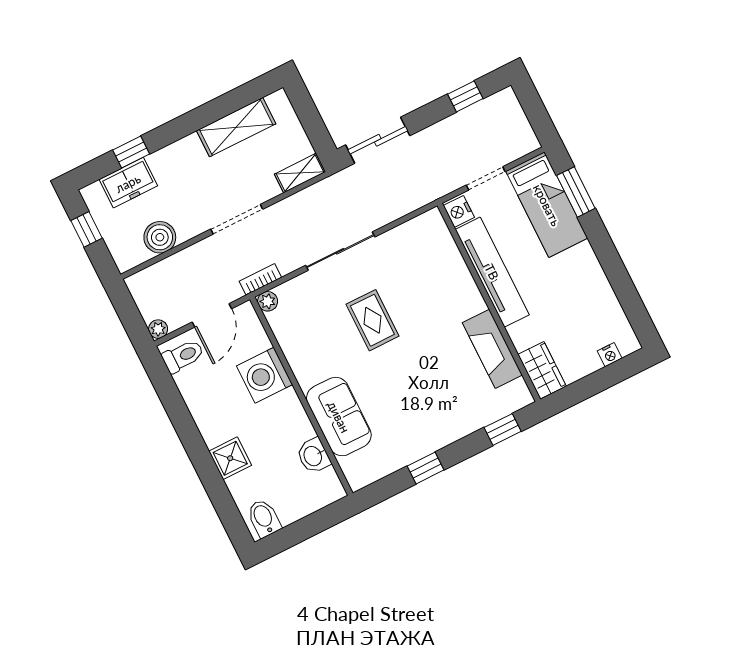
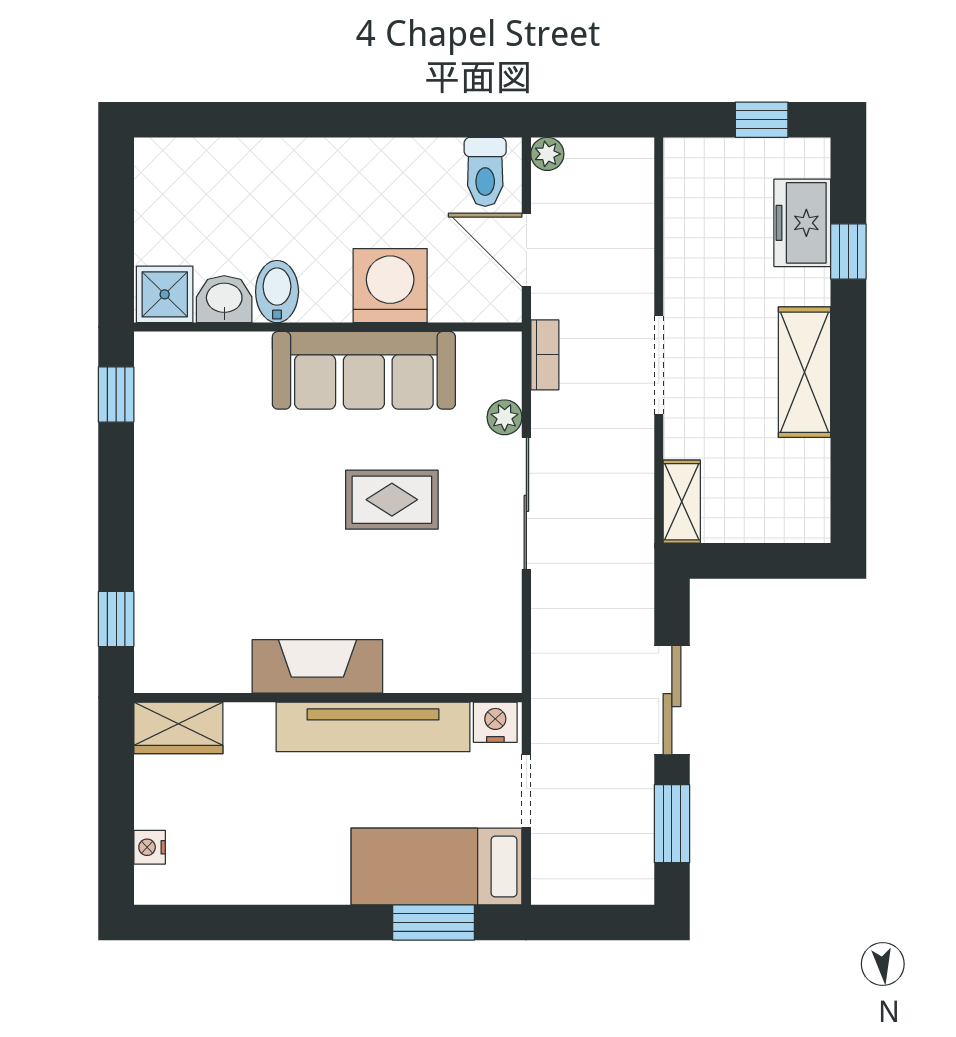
window: (465, 96) -> (672, 824), width x1.50
shelving: (236, 127) -> (805, 372), moved
sliding door: (378, 140) -> (672, 700), moved
boiler: (160, 237) -> (691, 229), removed
plant: (268, 301) -> (505, 417), moved
fireplace: (492, 349) -> (317, 666), moved
sofa: (339, 417) -> (364, 370), moved, width x1.36
shower: (230, 458) -> (165, 294), moved
window: (426, 468) -> (116, 394), moved
bidet: (264, 518) -> (277, 292), moved, turned -90

